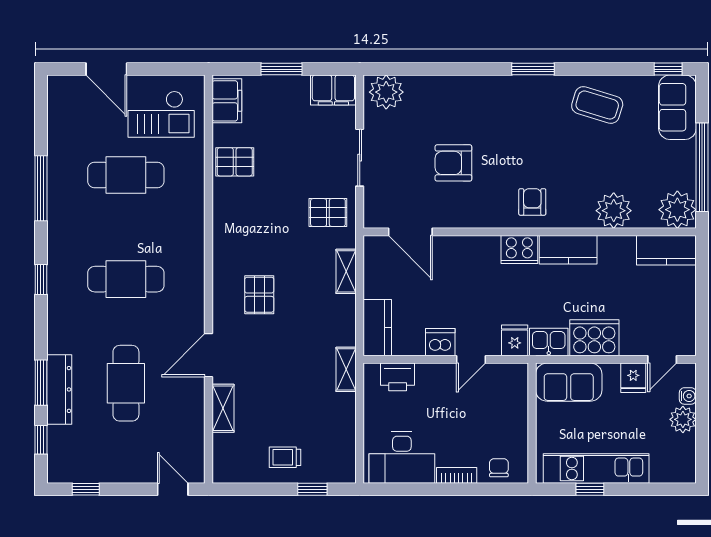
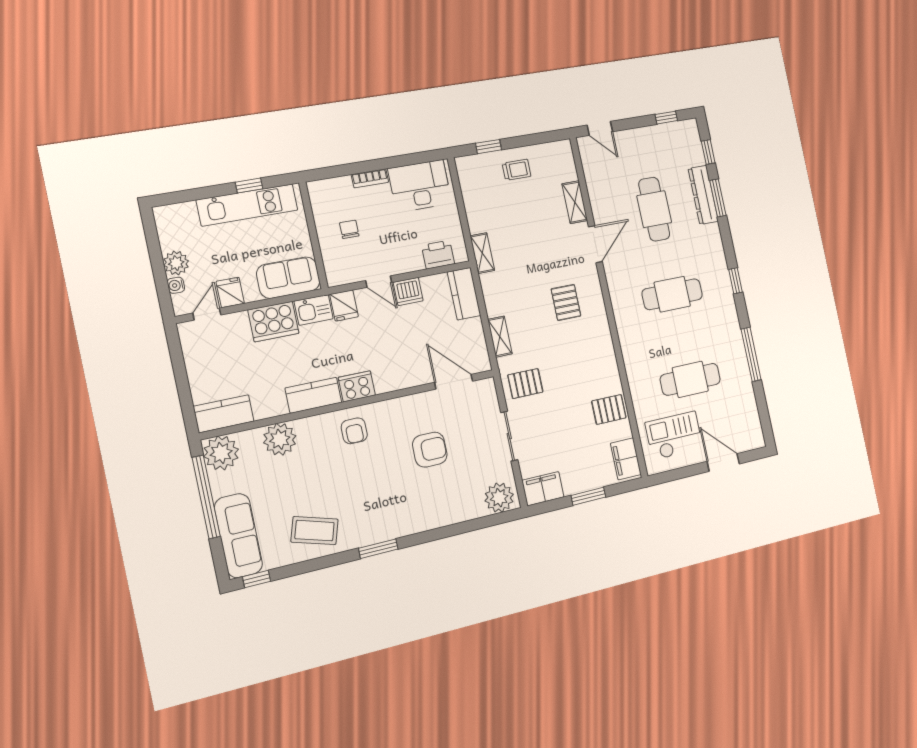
sofa: (677, 107) -> (238, 536), width x1.36
door: (471, 359) -> (379, 282), swing flipped
chair: (499, 468) -> (349, 229), moved, turned 180

